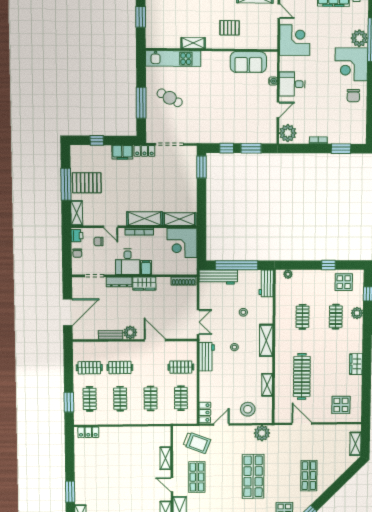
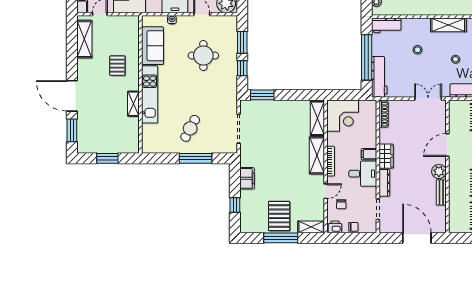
kitchen unit: (173, 59) -> (150, 94), moved
round table: (239, 111) -> (203, 56), added
locker: (144, 151) -> (246, 155), removed

